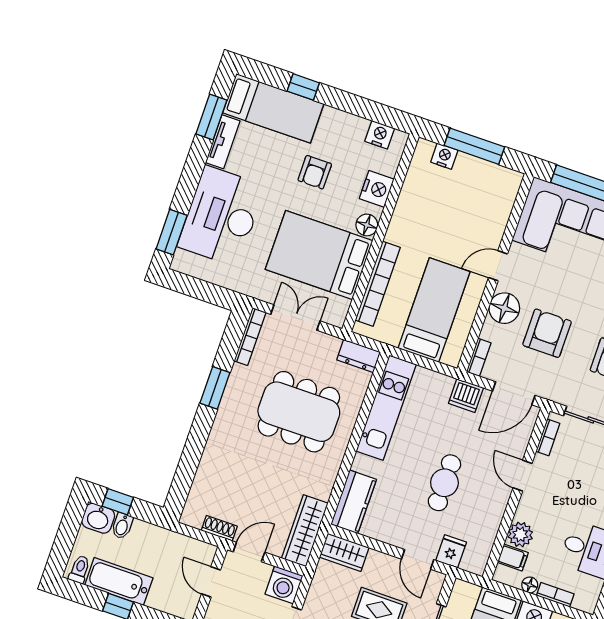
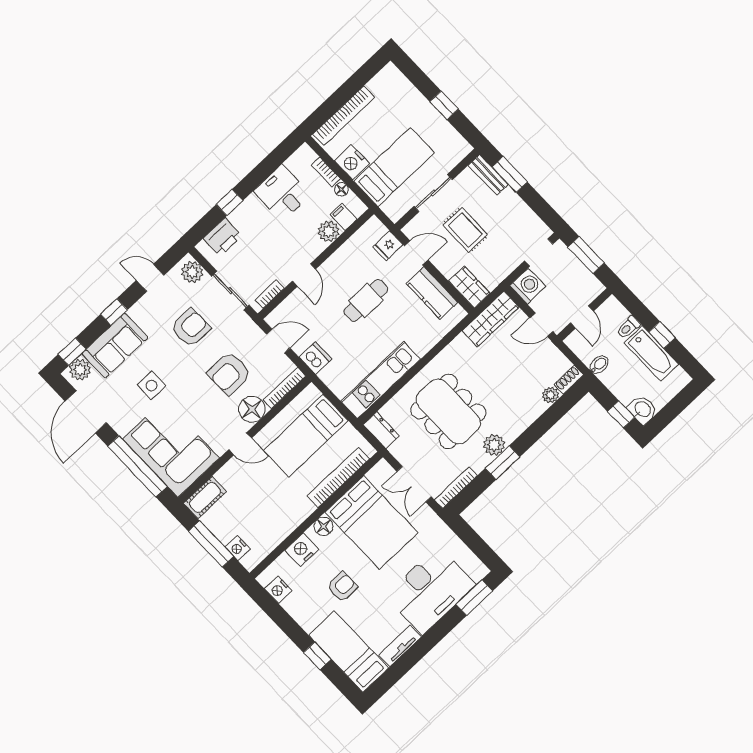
window: (211, 117) -> (399, 669), removed
cot: (506, 191) -> (205, 497), added
bookcase: (479, 357) -> (285, 388), width x1.56
door: (514, 393) -> (278, 341), width x0.73
plant: (233, 402) -> (494, 445), added
plant: (202, 484) -> (550, 395), added
kitchen counter: (354, 502) -> (432, 293), moved, turned -90
bidet: (122, 526) -> (599, 365), moved
shoe rack: (219, 528) -> (569, 380), moved, turned 90
door: (418, 559) -> (416, 253), hinge flipped
toilet: (80, 569) -> (628, 327), moved

